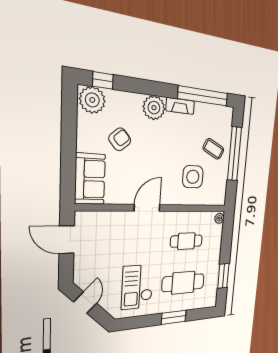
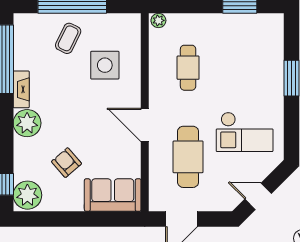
cafe table: (183, 283) -> (188, 157), moved

